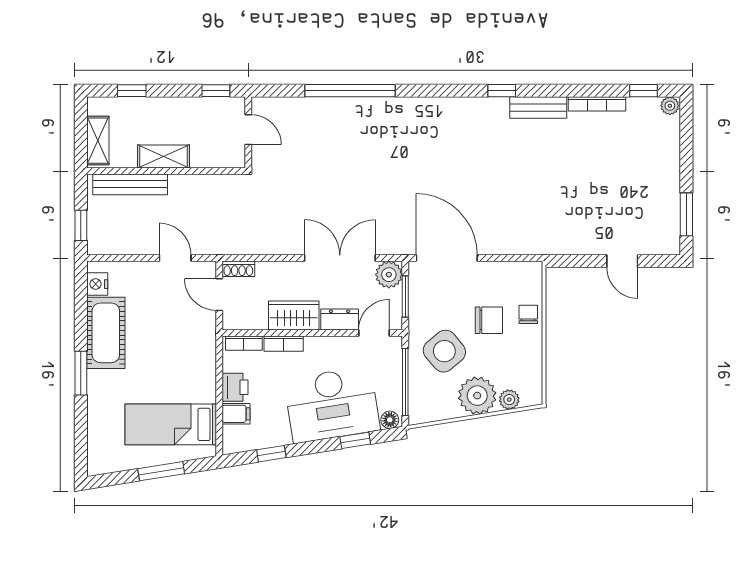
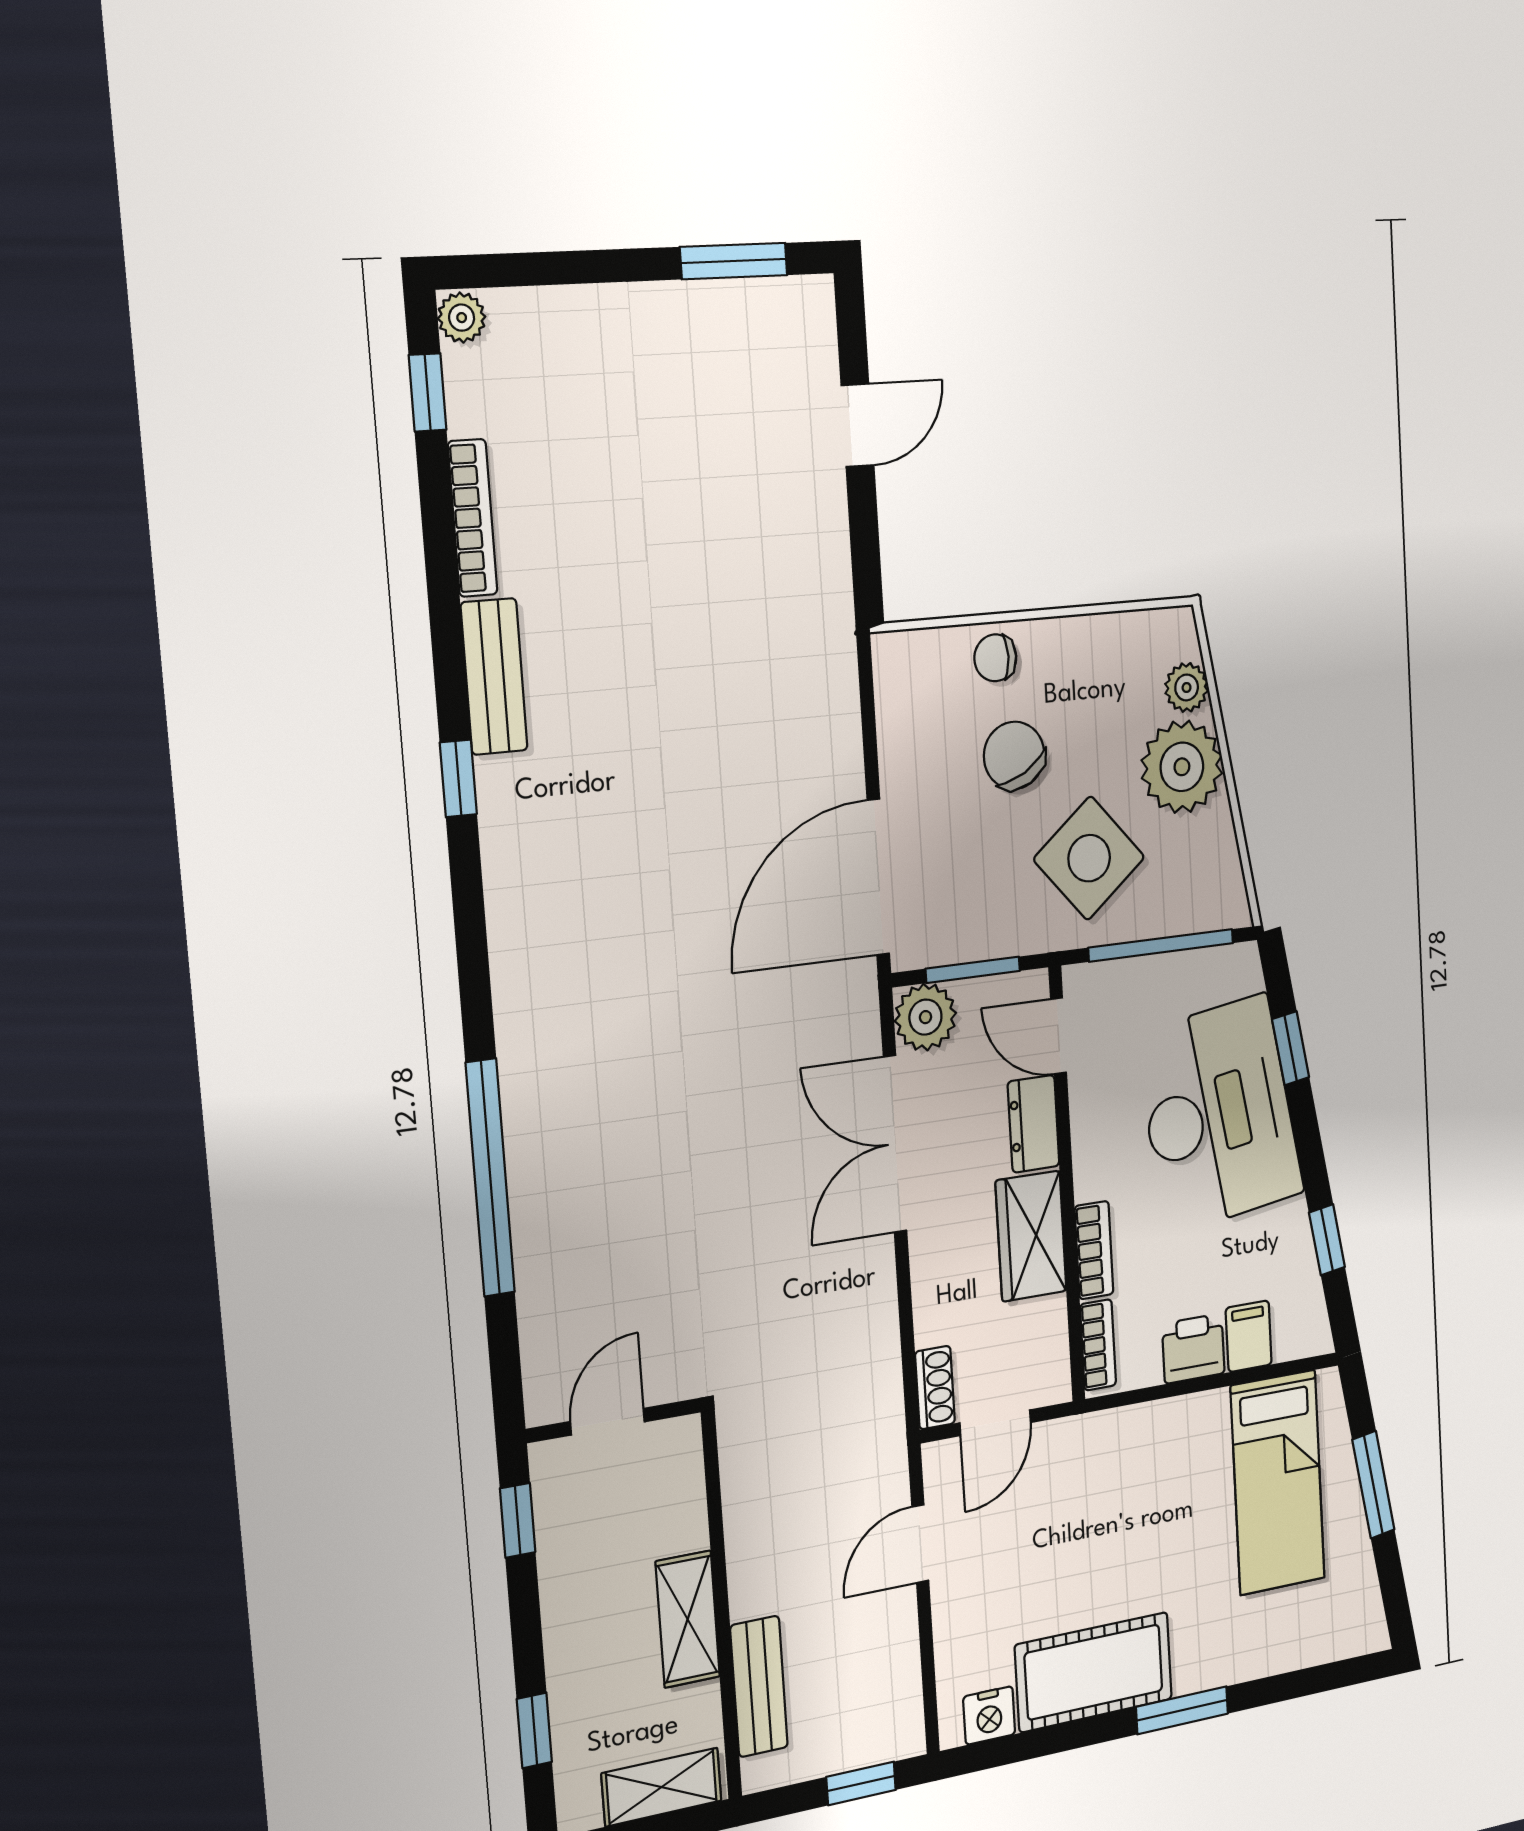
bench: (130, 184) -> (759, 1686), width x0.73
chair: (489, 320) -> (1014, 755), turned -30
floor lamp: (390, 420) -> (1244, 972), removed

